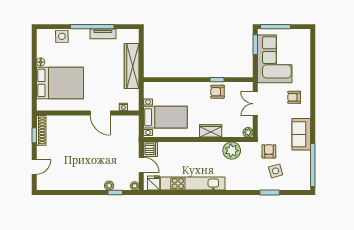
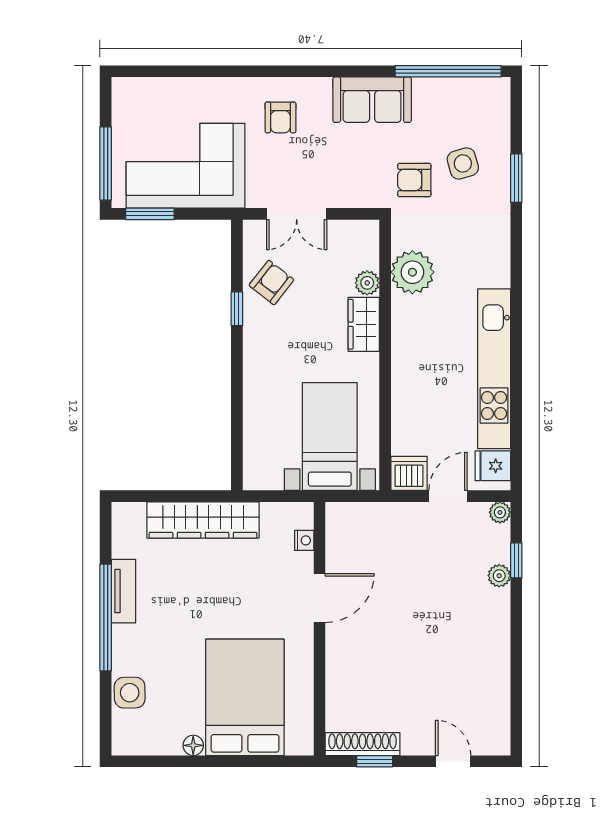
armchair: (218, 92) -> (271, 282), moved, turned -142
plant: (248, 132) -> (367, 283), moved

